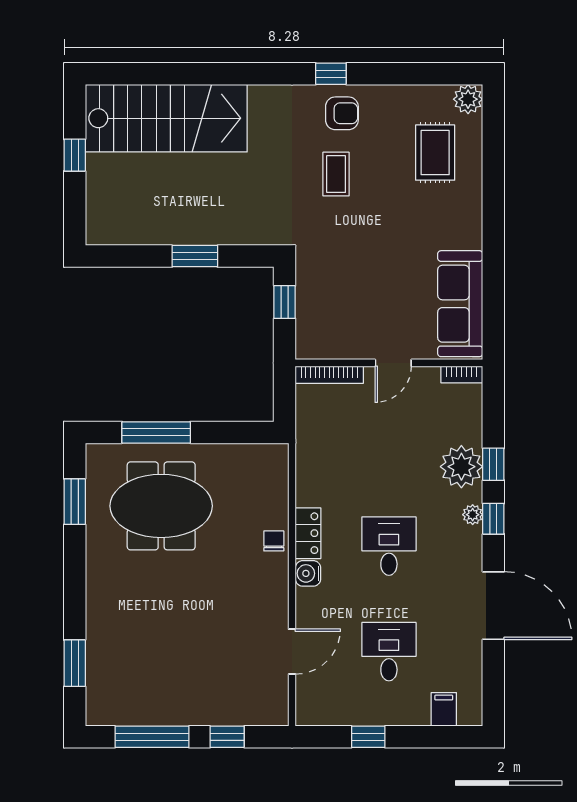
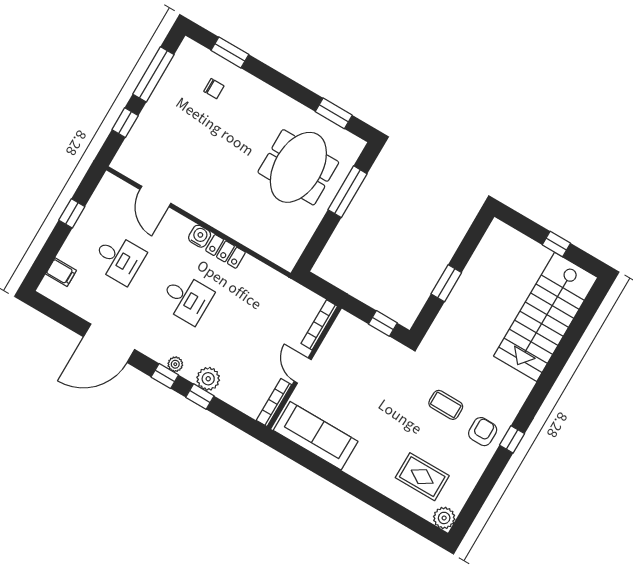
armchair: (342, 113) -> (483, 432), turned 180
bookcase: (462, 374) -> (274, 403), width x1.56
plant: (461, 467) -> (208, 379), width x0.73, depth x0.73
chair: (274, 541) -> (214, 89), moved

